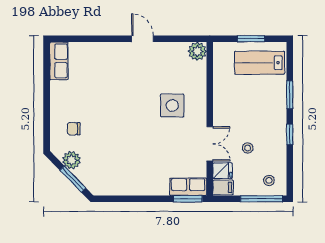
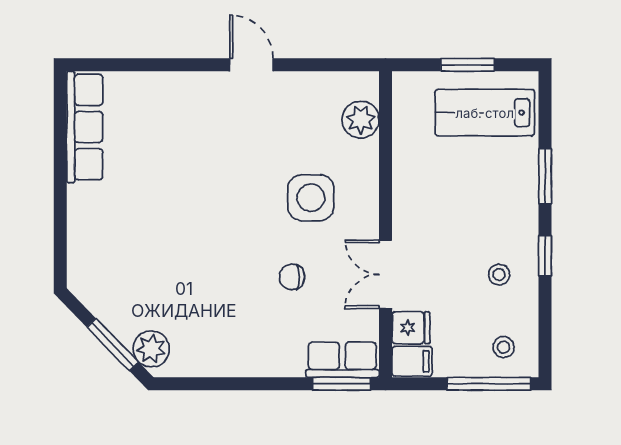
plant: (197, 51) -> (361, 120), moved
row of seats: (59, 61) -> (85, 127), width x1.48
chair: (74, 129) -> (292, 277), moved
double door: (210, 144) -> (386, 274), swing flipped
stool: (248, 148) -> (499, 275), moved
plant: (71, 160) -> (151, 349), moved

